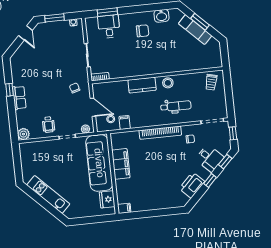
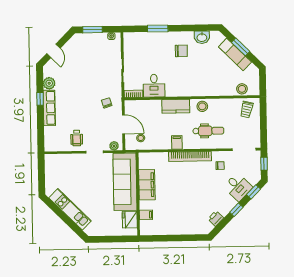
window: (107, 12) -> (158, 28), moved
desk: (109, 26) -> (154, 86), moved, turned 180
door: (26, 33) -> (53, 51), moved
stool: (205, 62) -> (242, 89), added
row of seats: (19, 98) -> (49, 108), width x1.48
filing cabinet: (125, 122) -> (177, 142), moved
plant: (23, 134) -> (49, 83), moved
printer: (192, 185) -> (216, 218), width x0.53, depth x0.68
filing cabinet: (124, 208) -> (146, 215), moved

